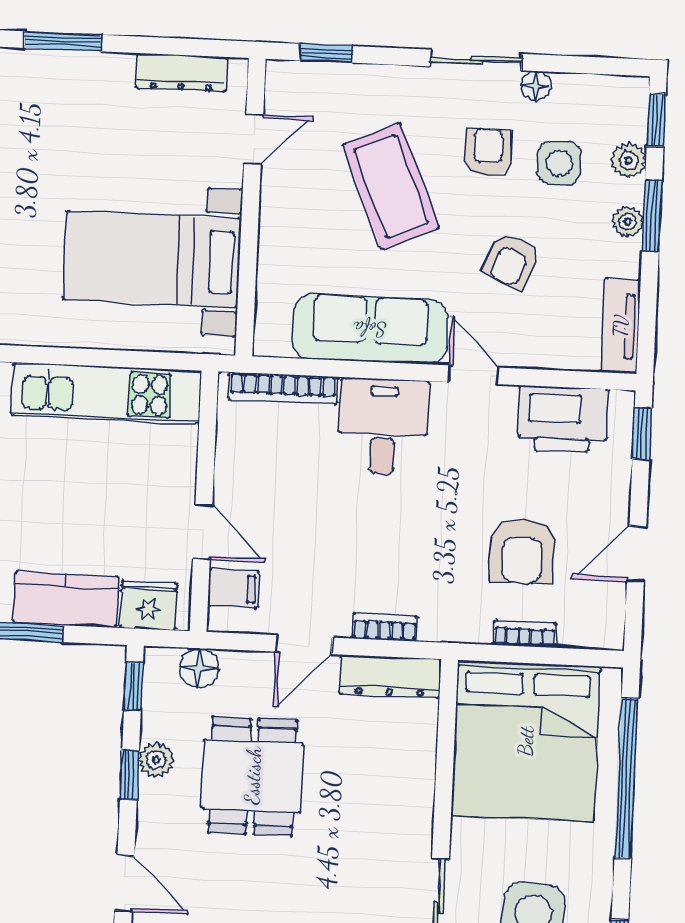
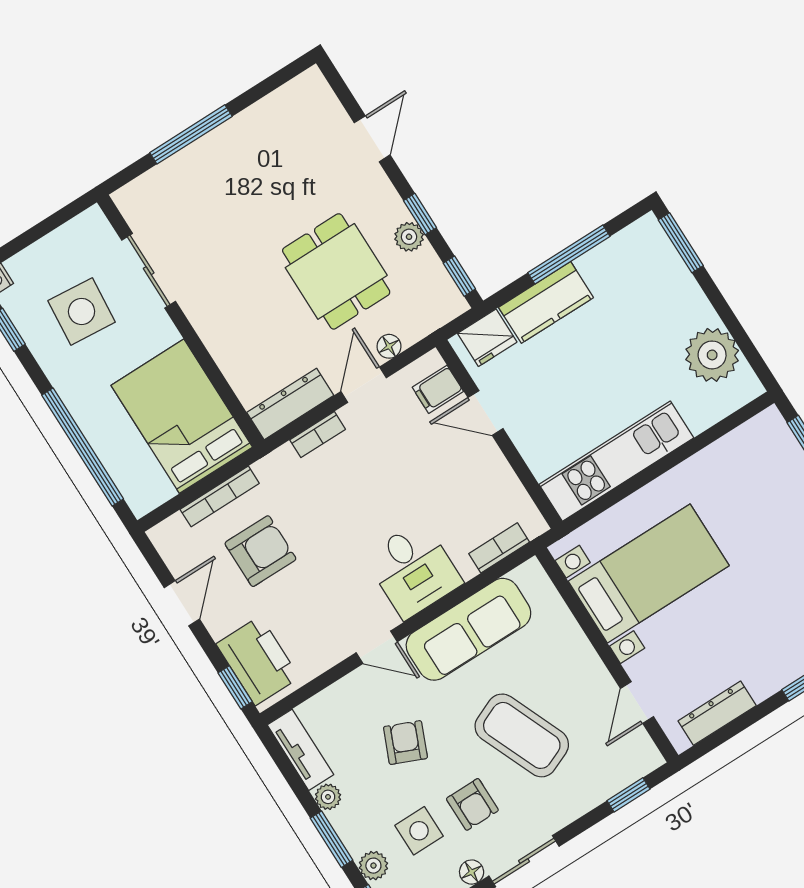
plant: (628, 222) -> (328, 797), moved
bookcase: (283, 388) -> (499, 548), width x0.64
printer: (563, 419) -> (258, 661), moved, turned 90
armchair: (522, 551) -> (260, 551), turned 90
bookcase: (525, 634) -> (220, 496), width x1.56
floor lamp: (199, 668) -> (389, 346), moved, width x0.73, depth x0.73
bed: (526, 741) -> (182, 416), width x0.73
door: (125, 883) -> (372, 139), swing flipped

